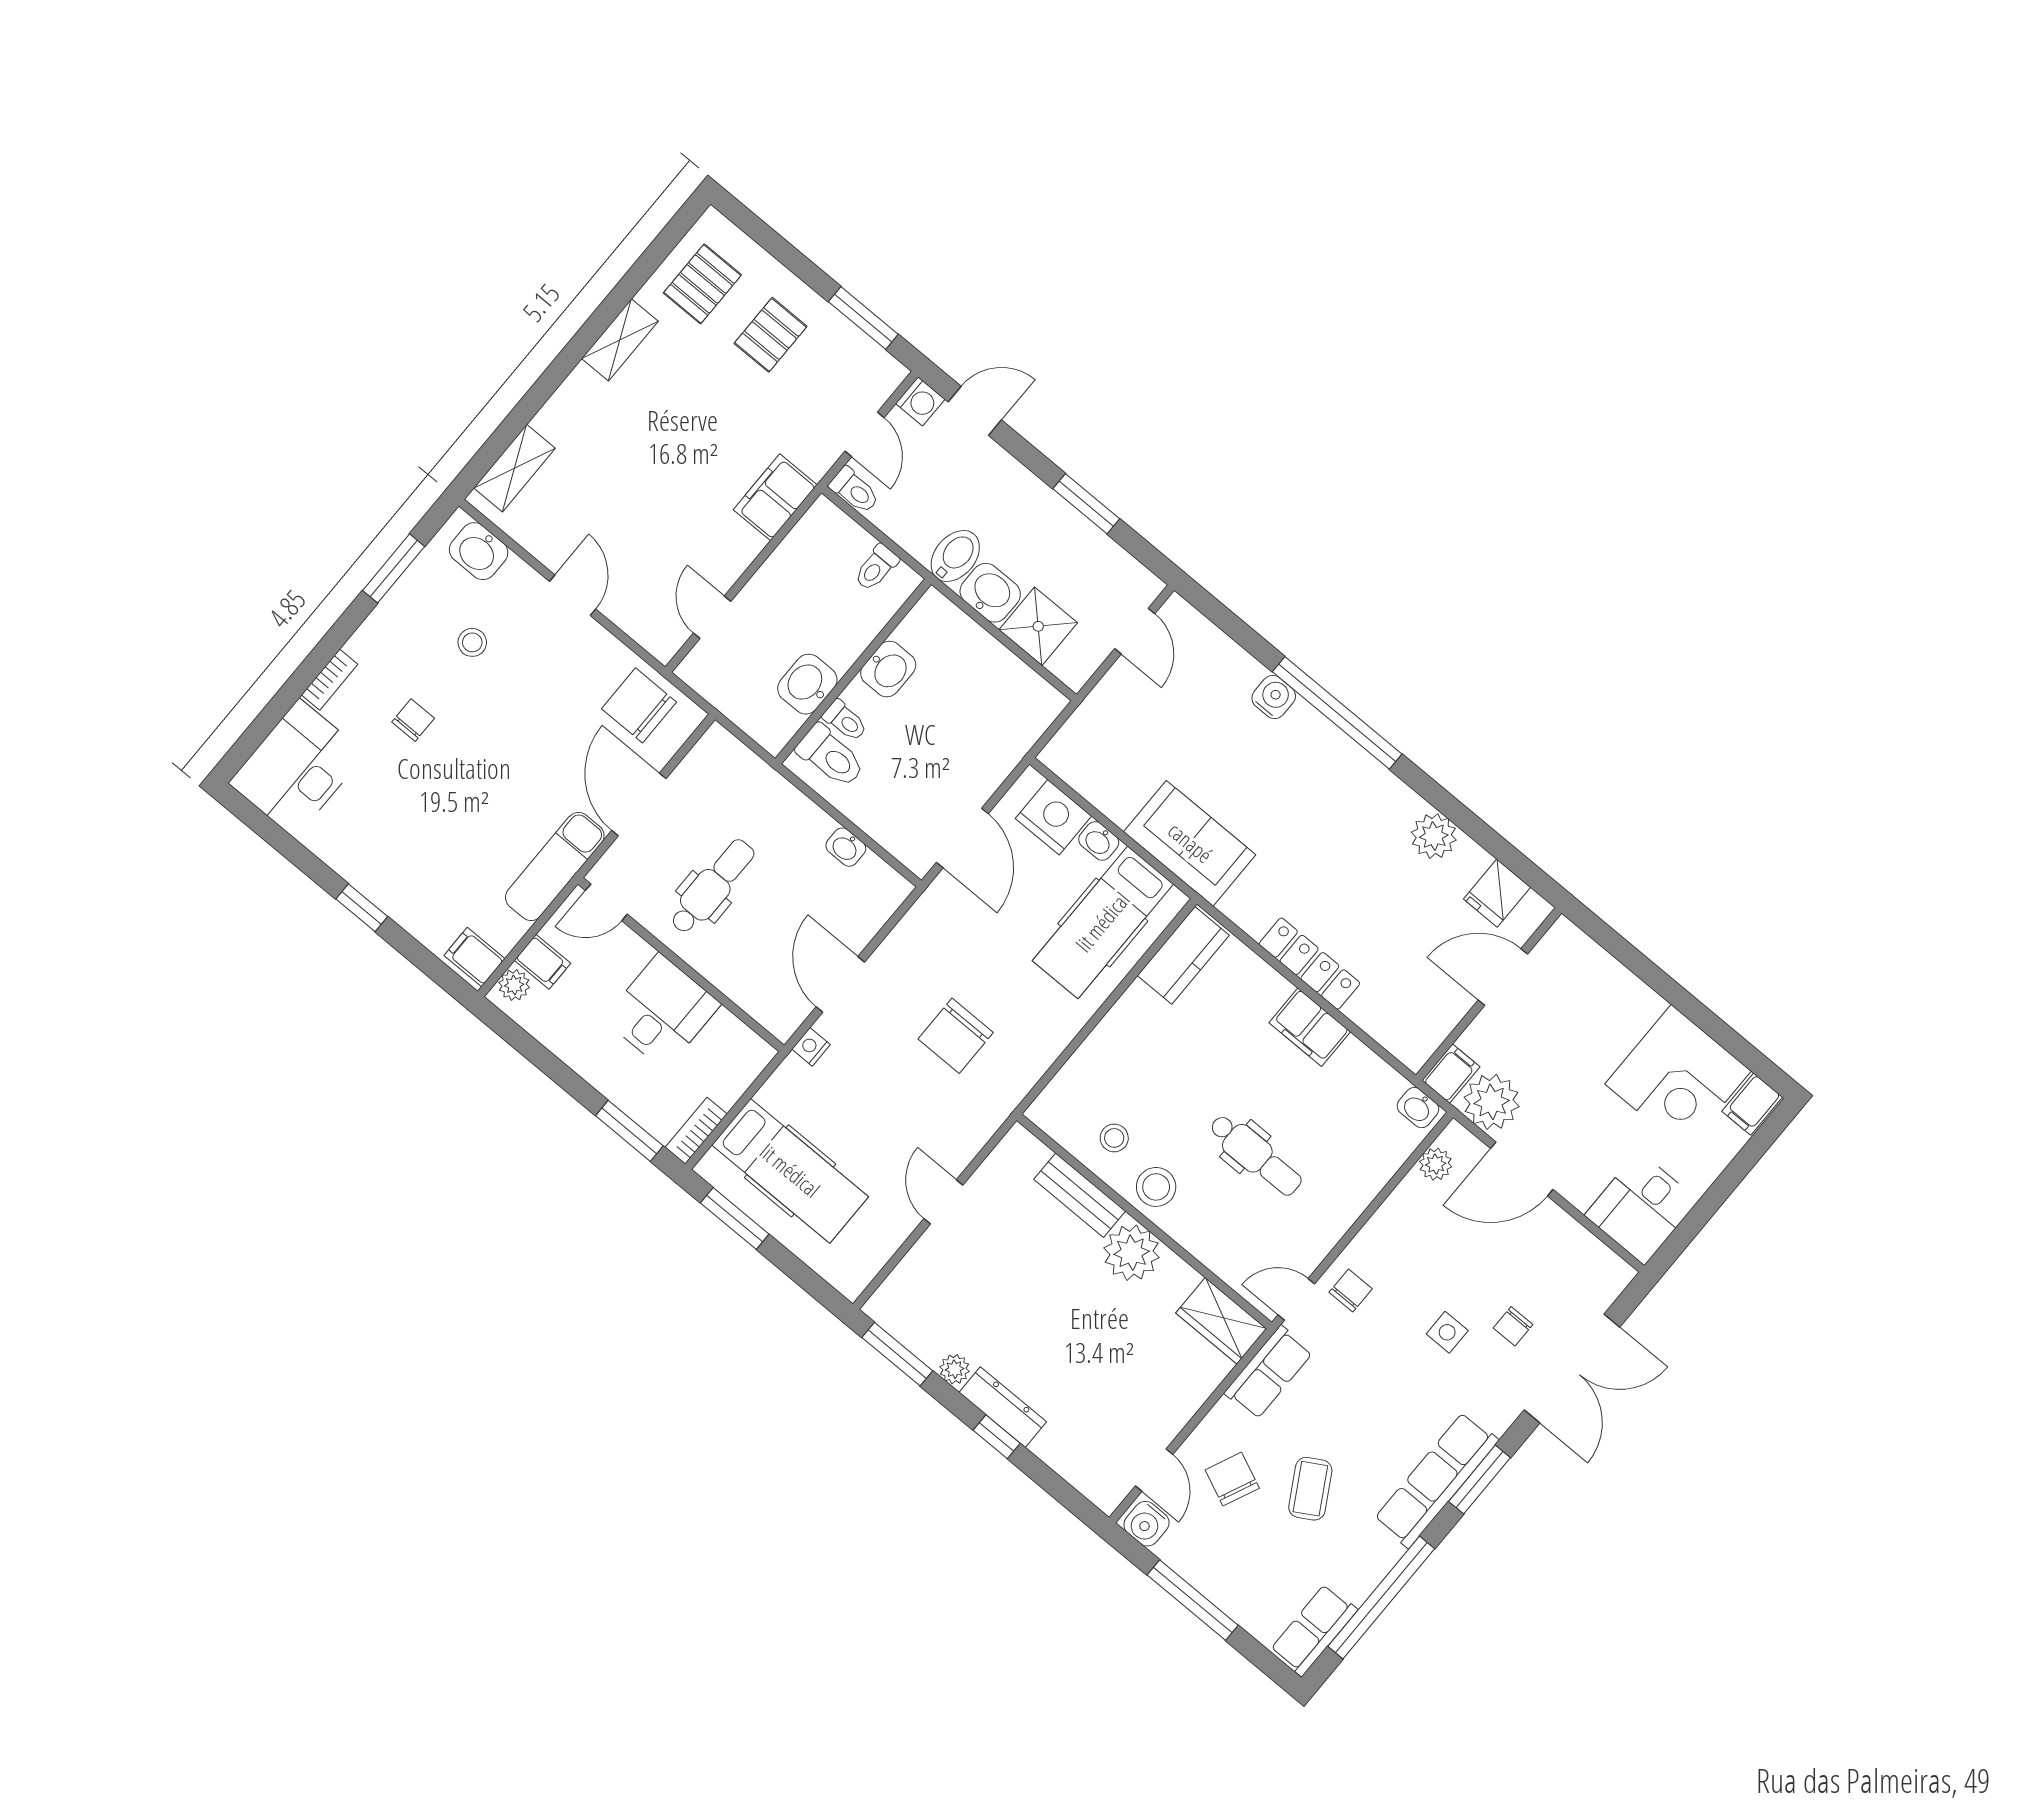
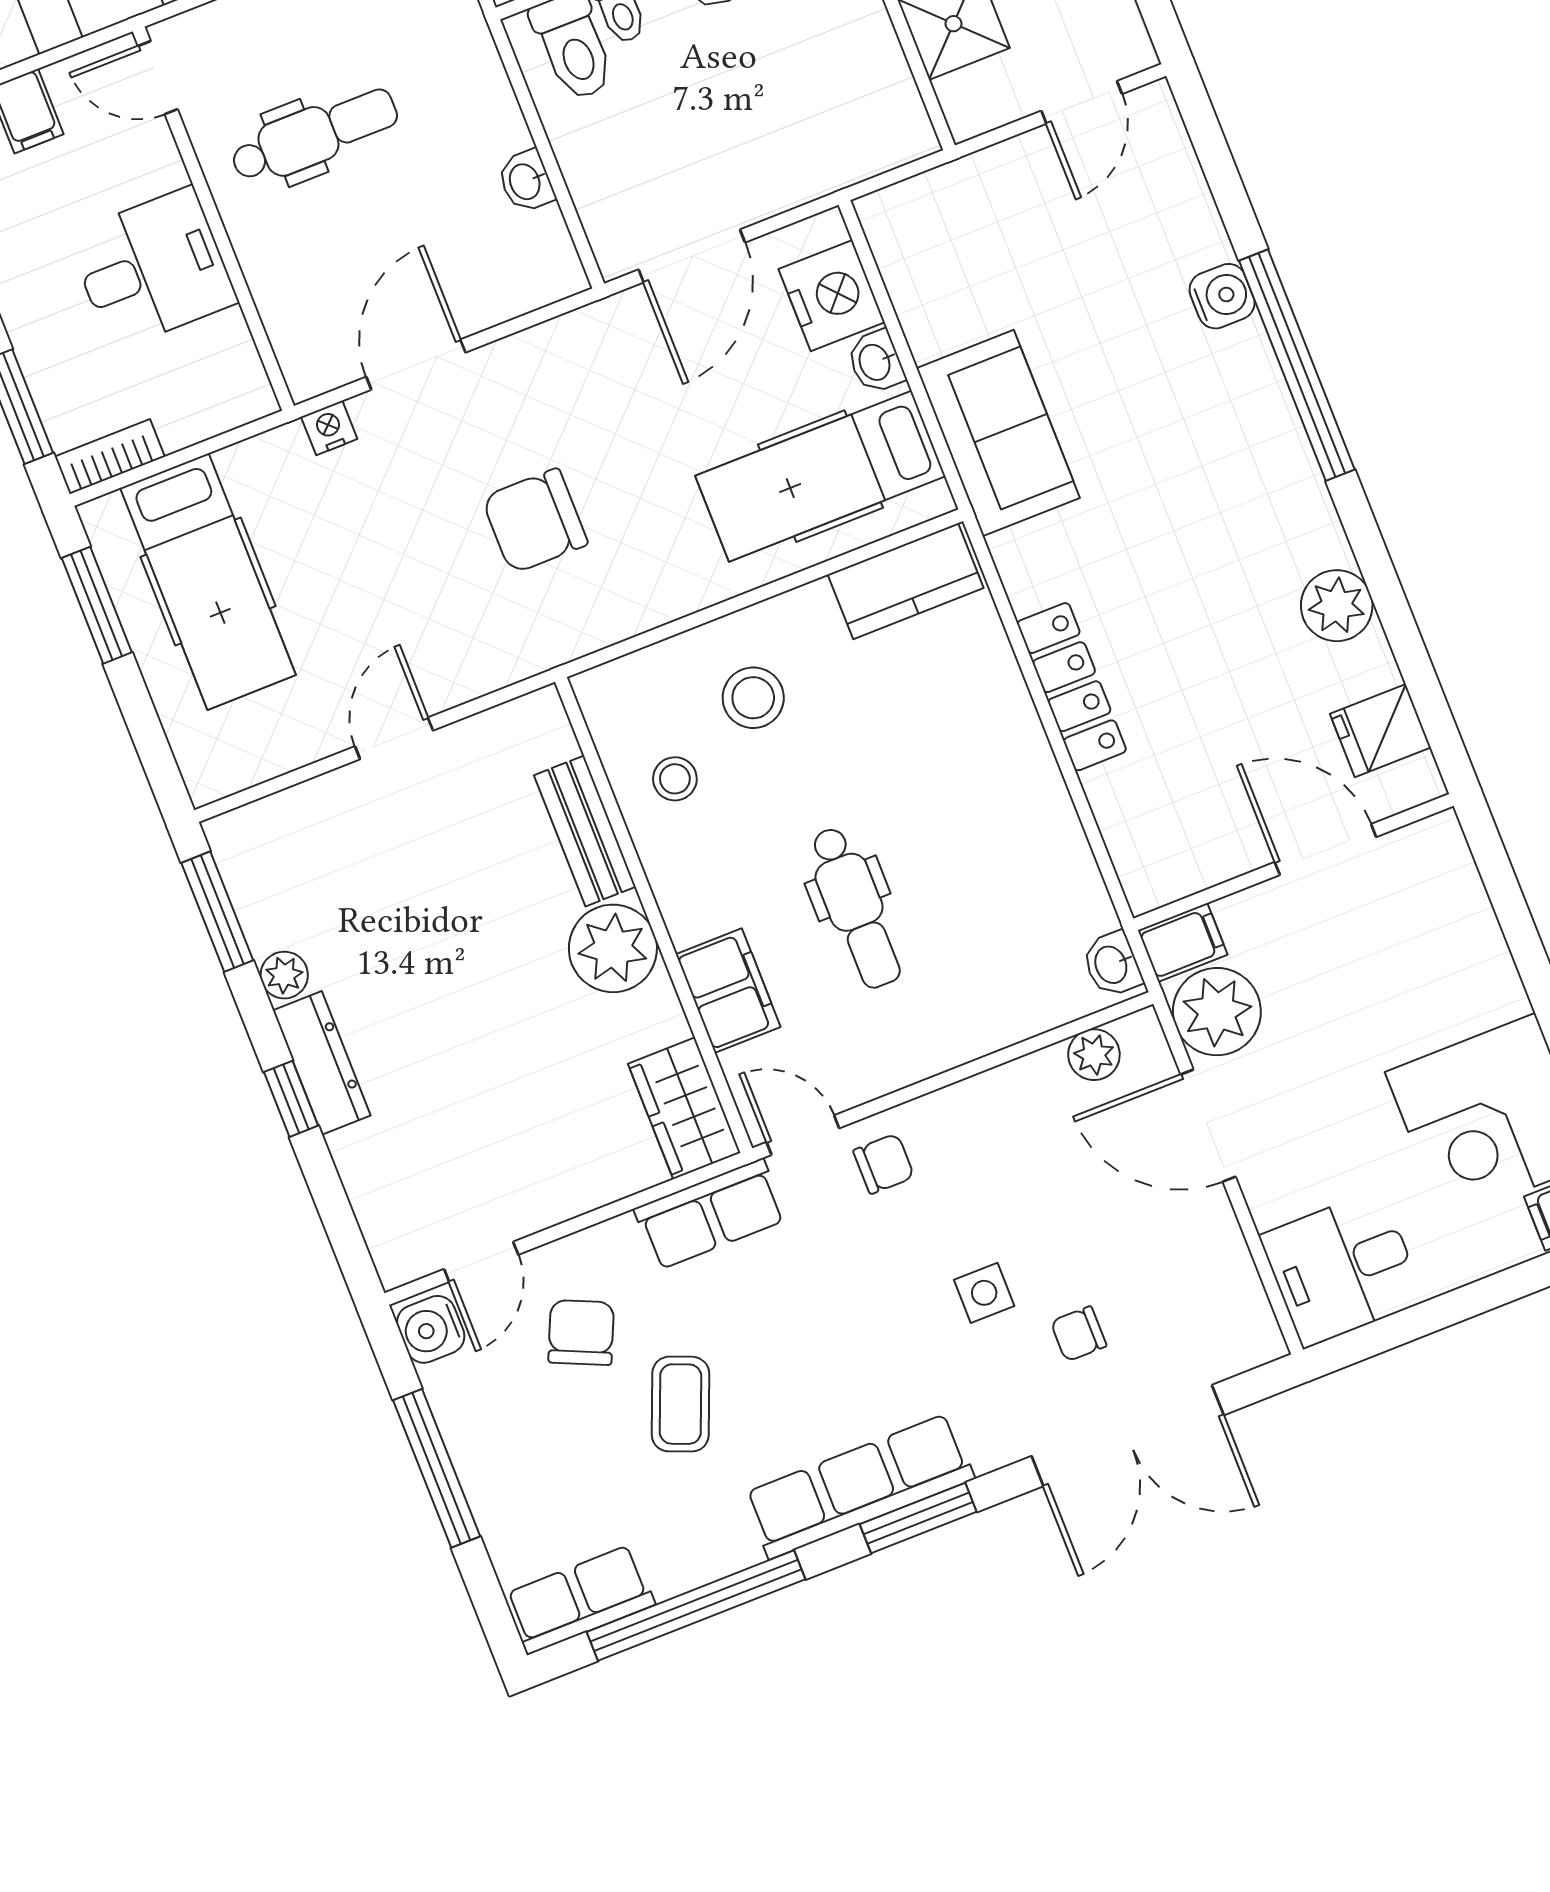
filing cabinet: (1310, 1027) -> (728, 991), moved, turned 180
stool: (1156, 1187) -> (753, 698), moved
coffee table: (1310, 1489) -> (680, 1404), turned -38

